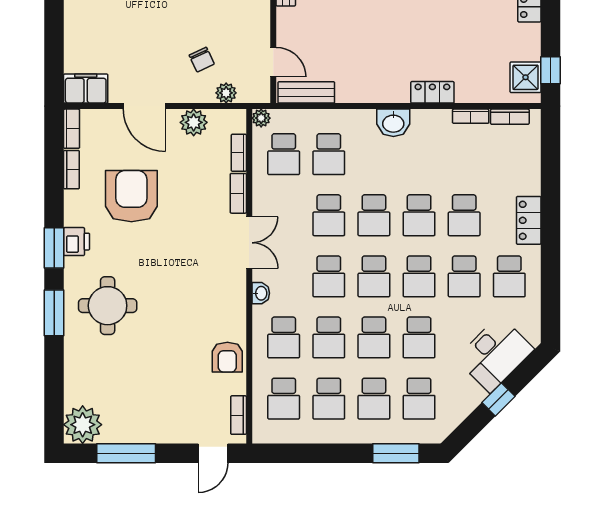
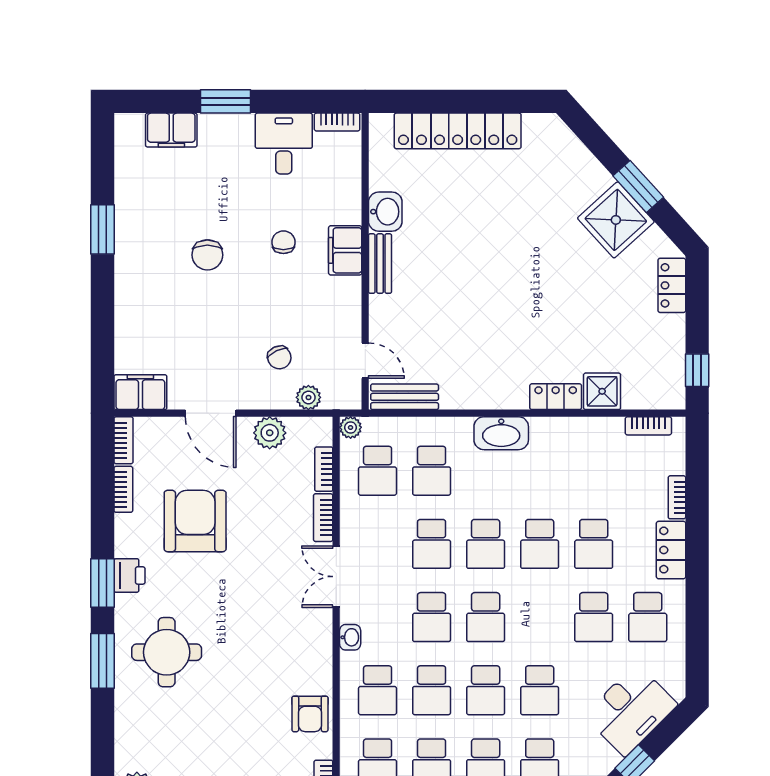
shower: (526, 77) -> (602, 391), moved
bookcase: (471, 116) -> (677, 497), moved, turned 90
washbasin: (393, 123) -> (501, 433), width x1.38
double door: (249, 243) -> (336, 577), swing flipped
school desk: (419, 276) -> (540, 617), removed

